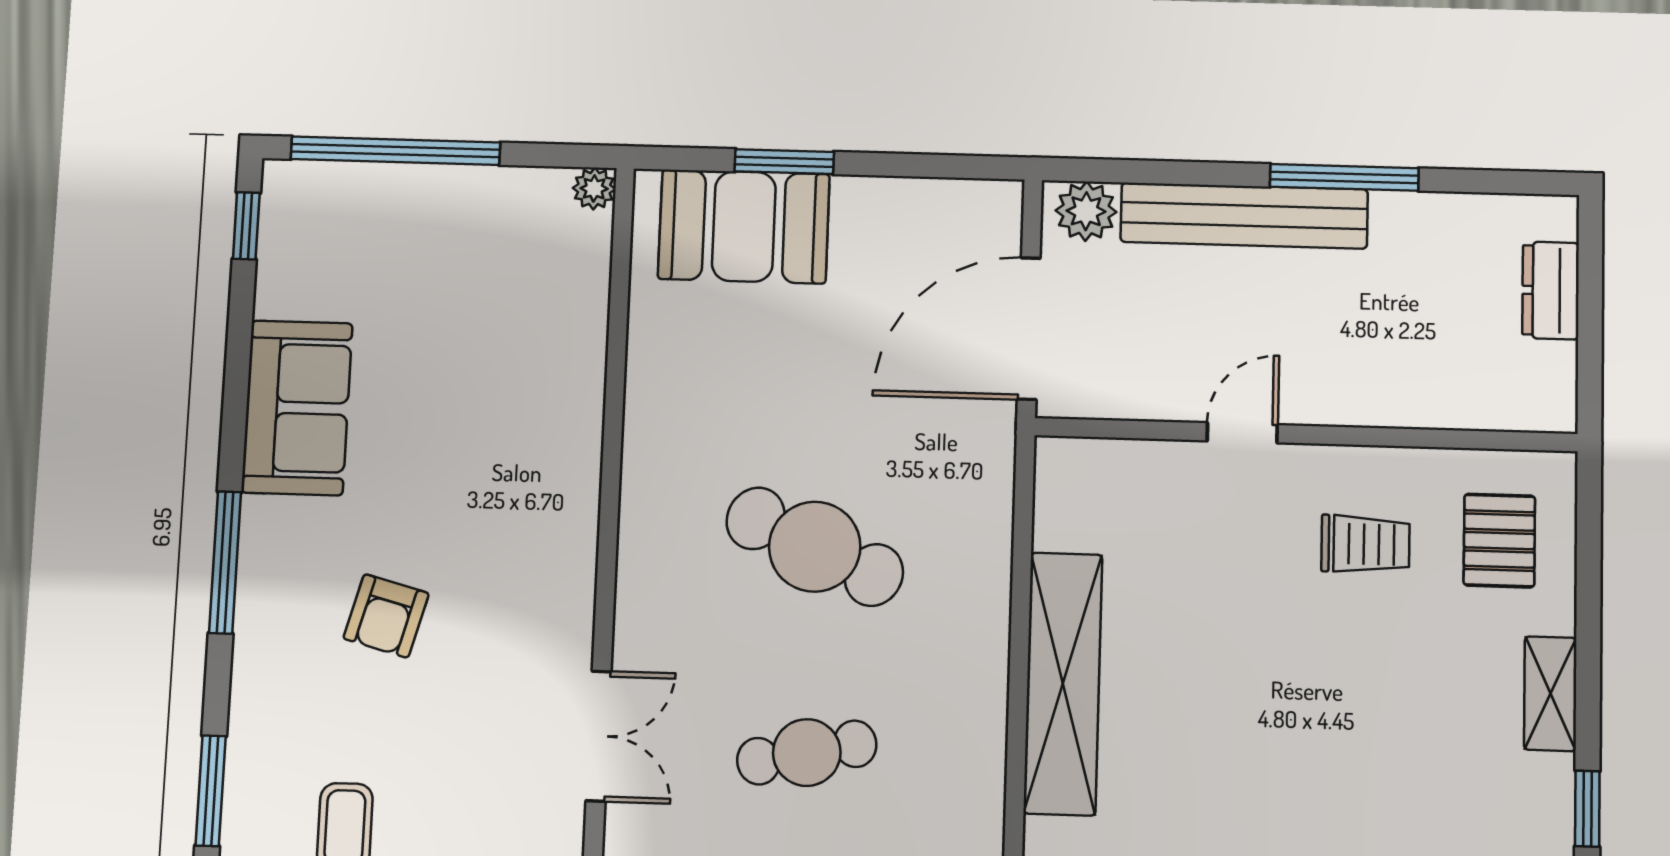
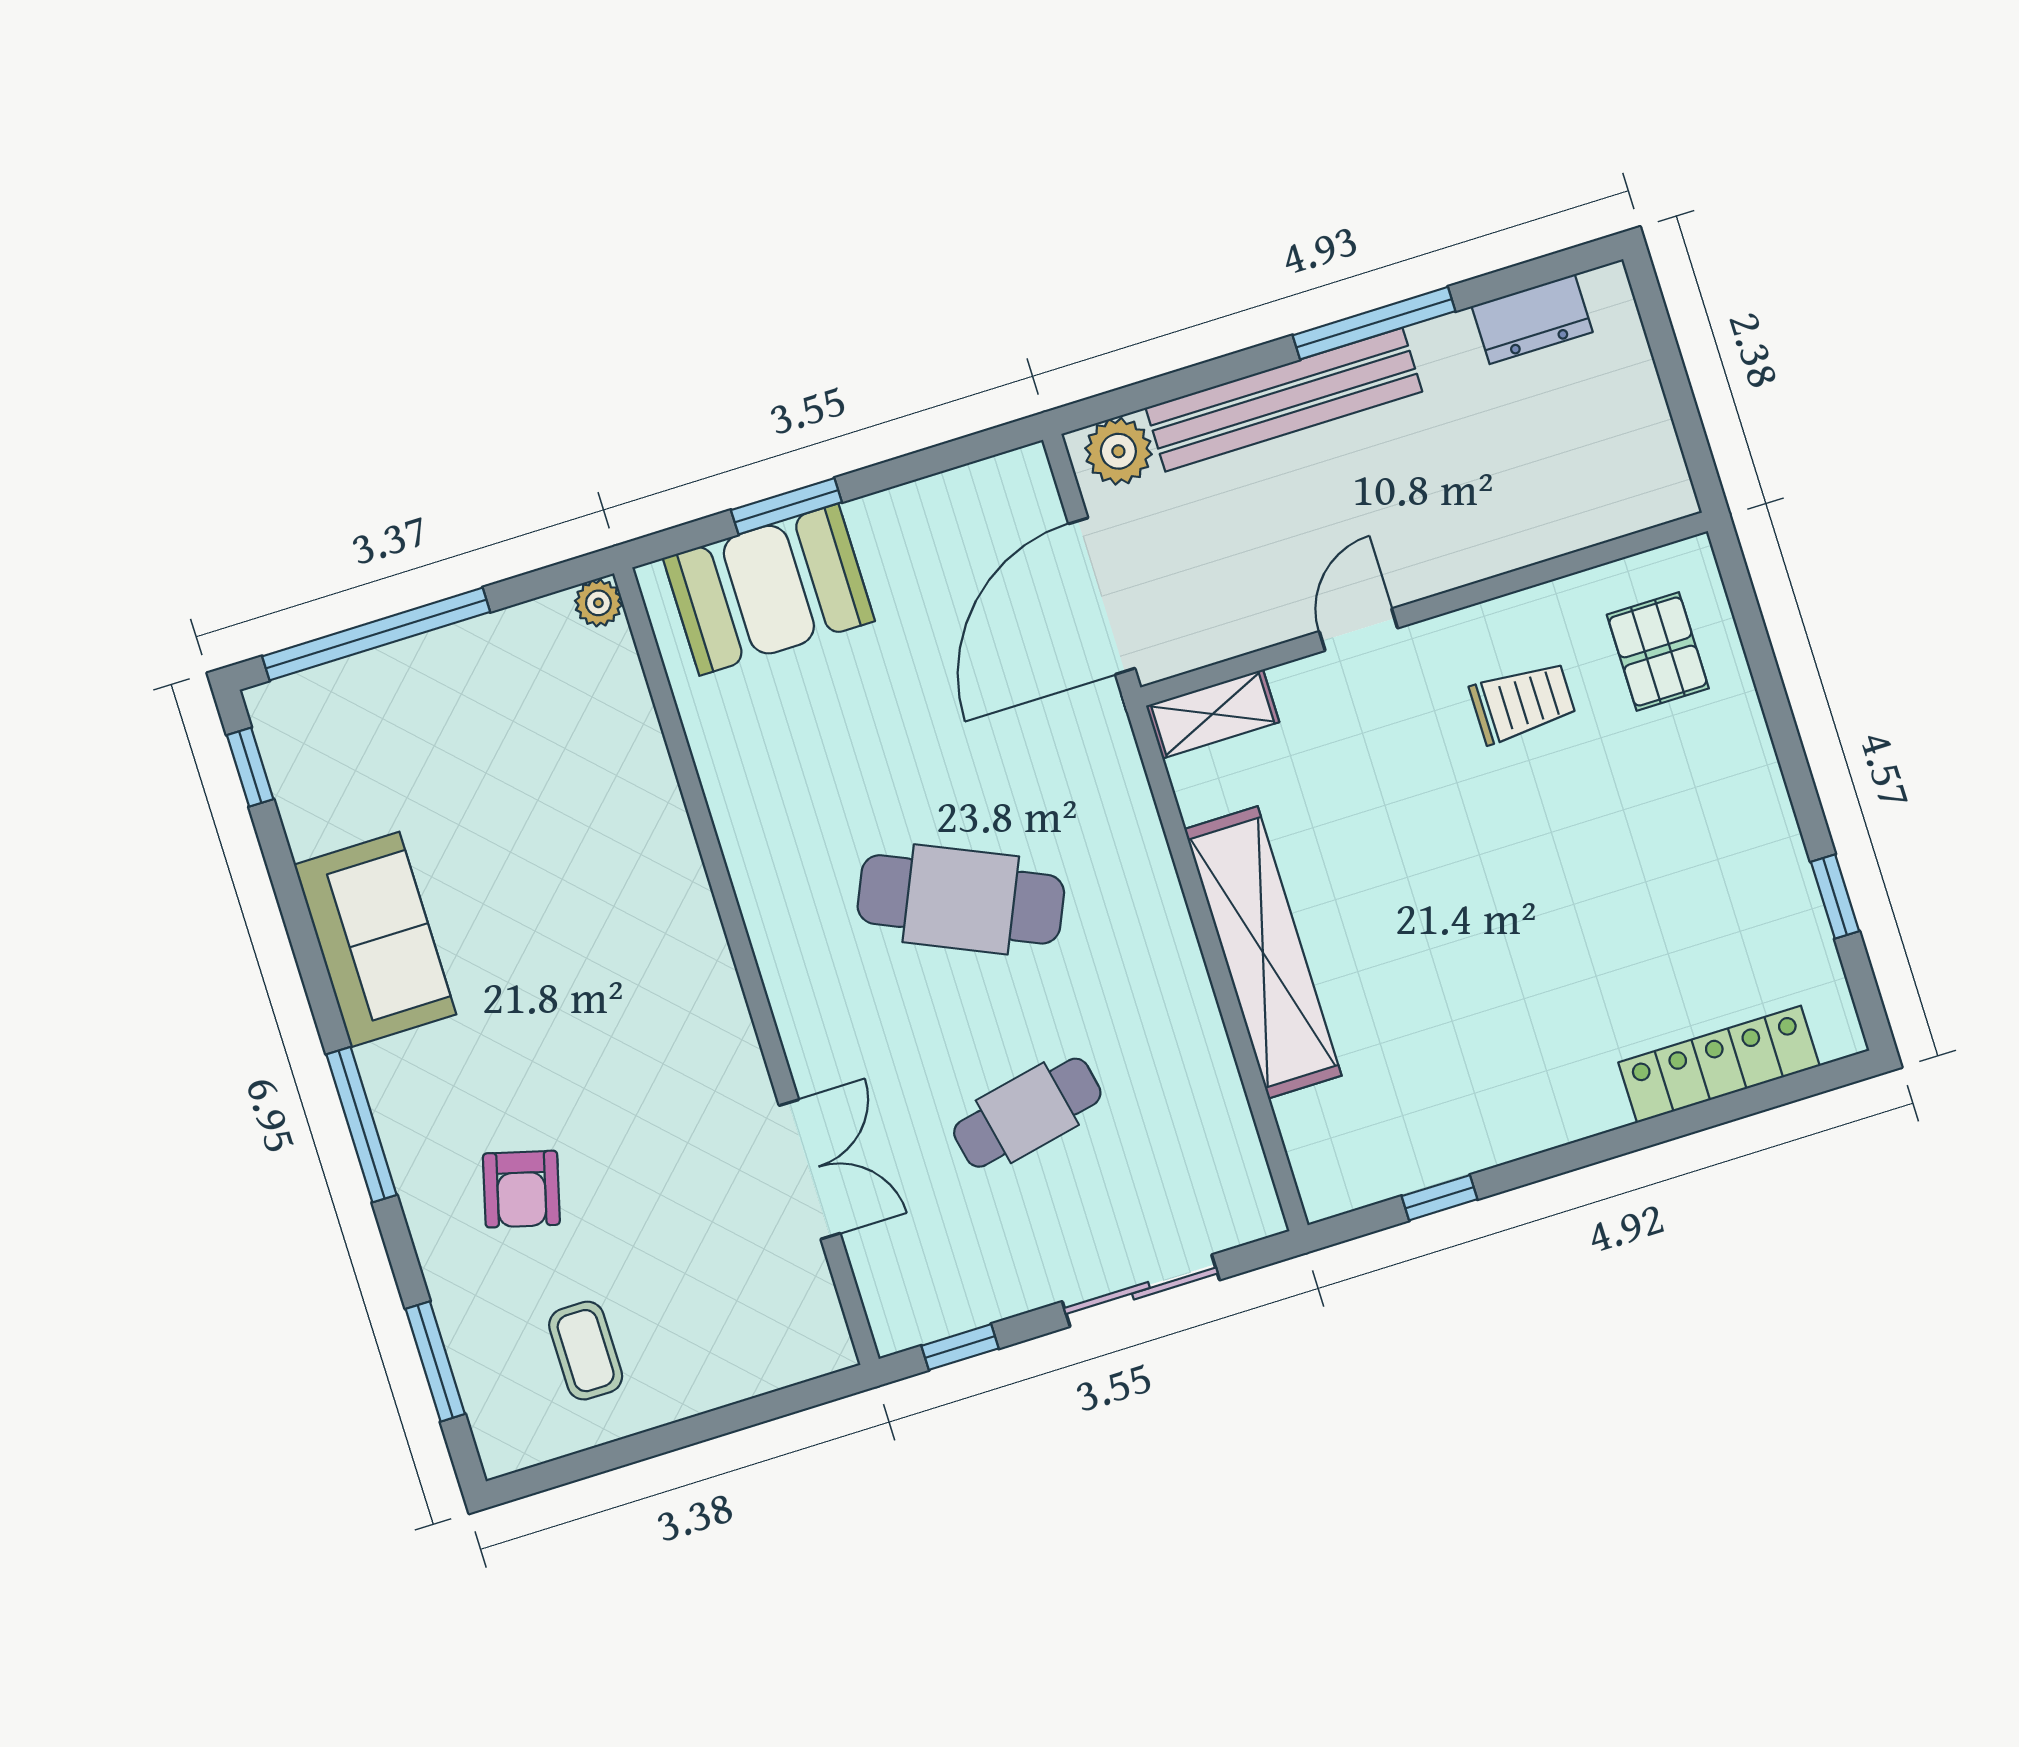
dresser: (1551, 290) -> (1532, 319), moved, turned -90
armchair: (386, 616) -> (521, 1189), moved
shelving: (1550, 694) -> (1213, 714), moved, turned 90

